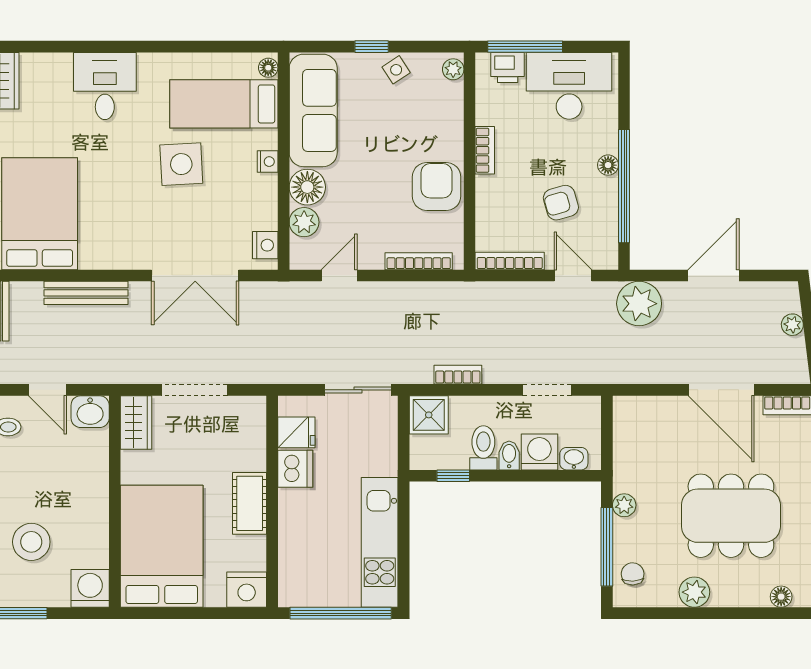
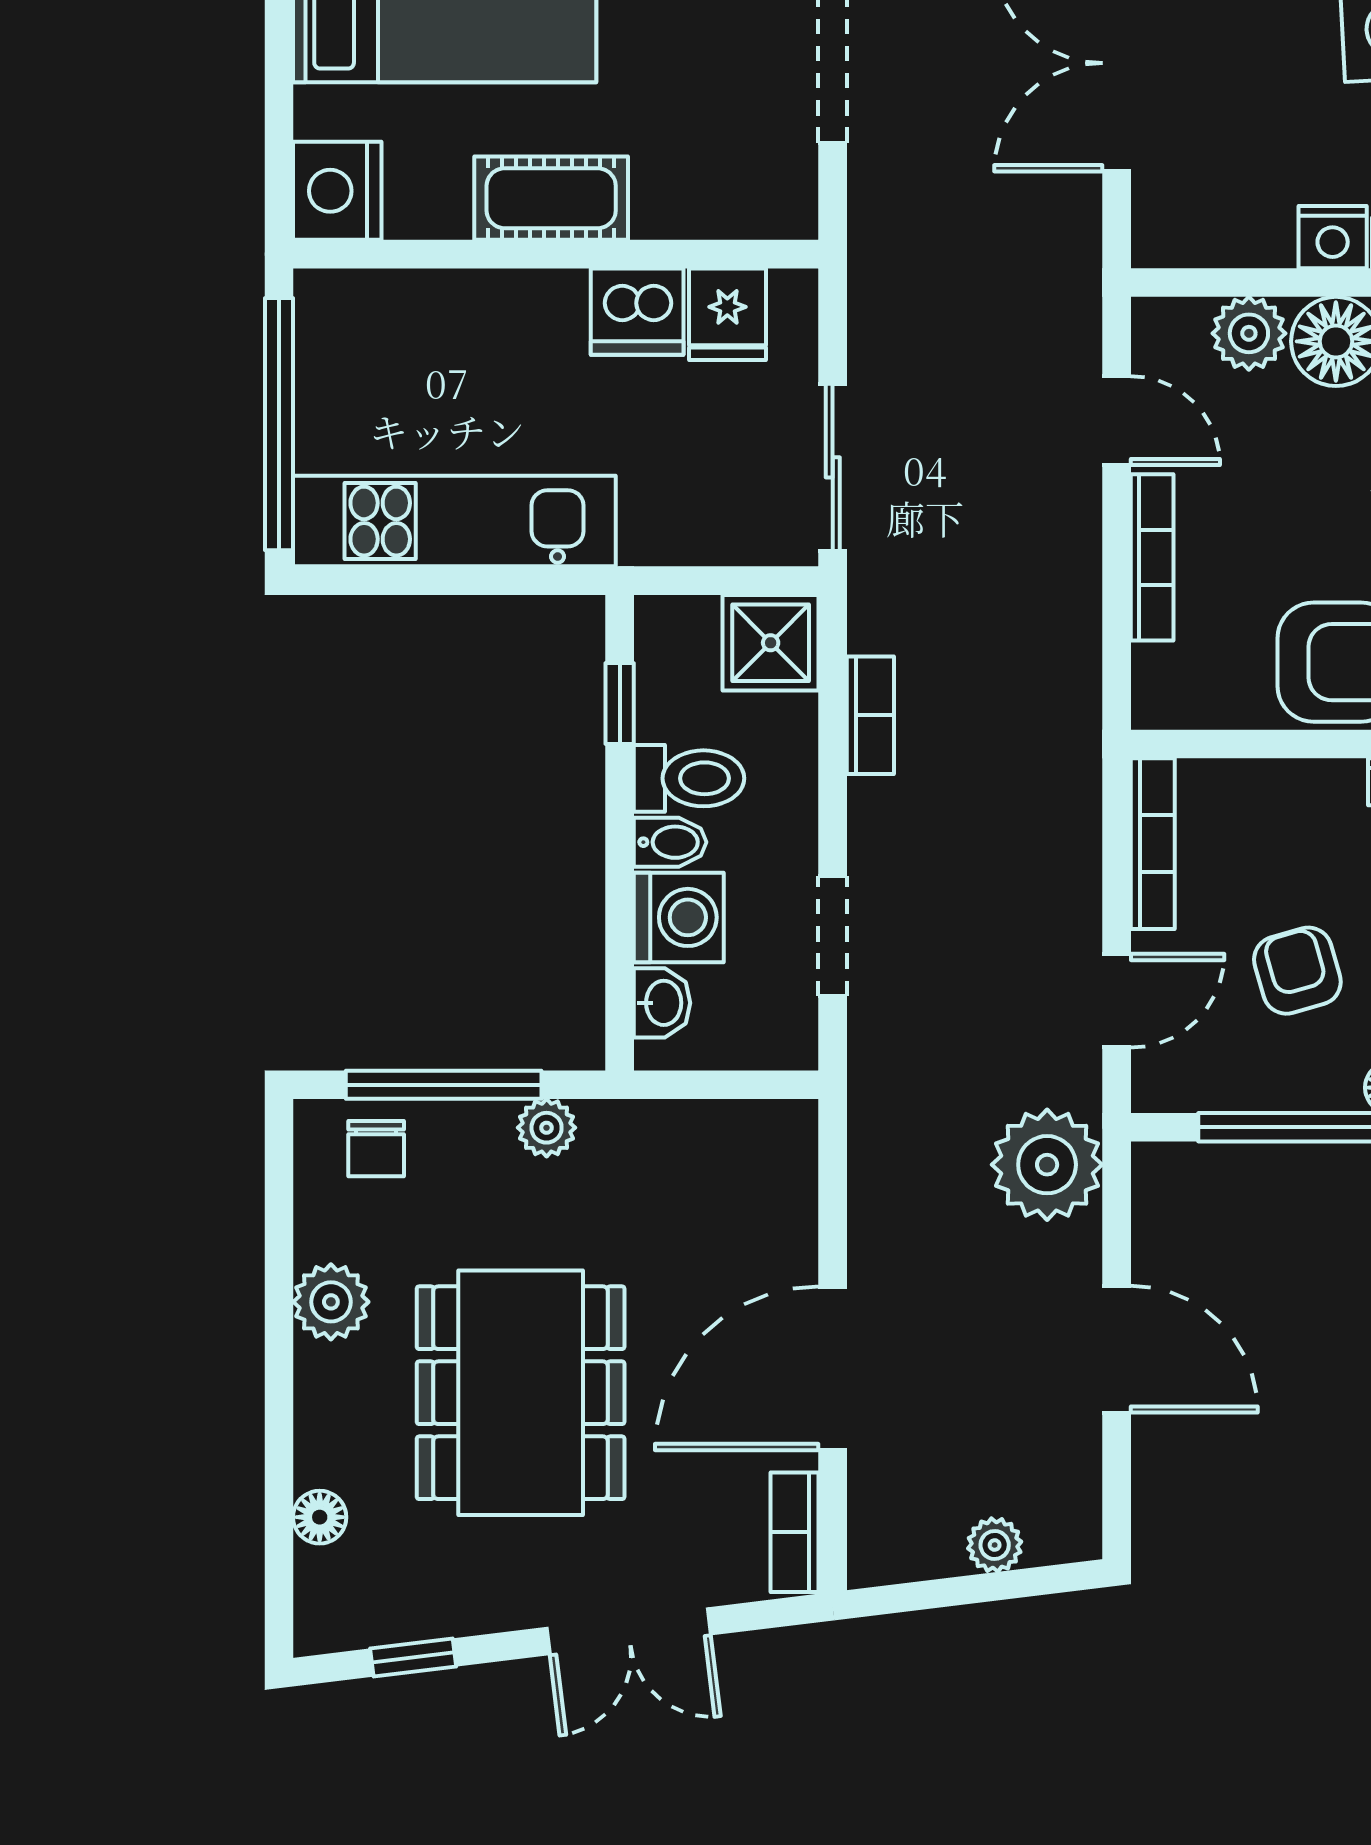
nightstand: (265, 245) -> (1333, 237), moved
bookcase: (419, 261) -> (1152, 557), moved
chair: (633, 574) -> (376, 1149), turned 92

